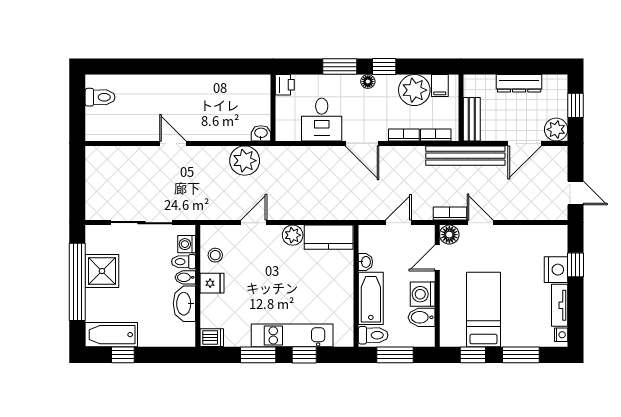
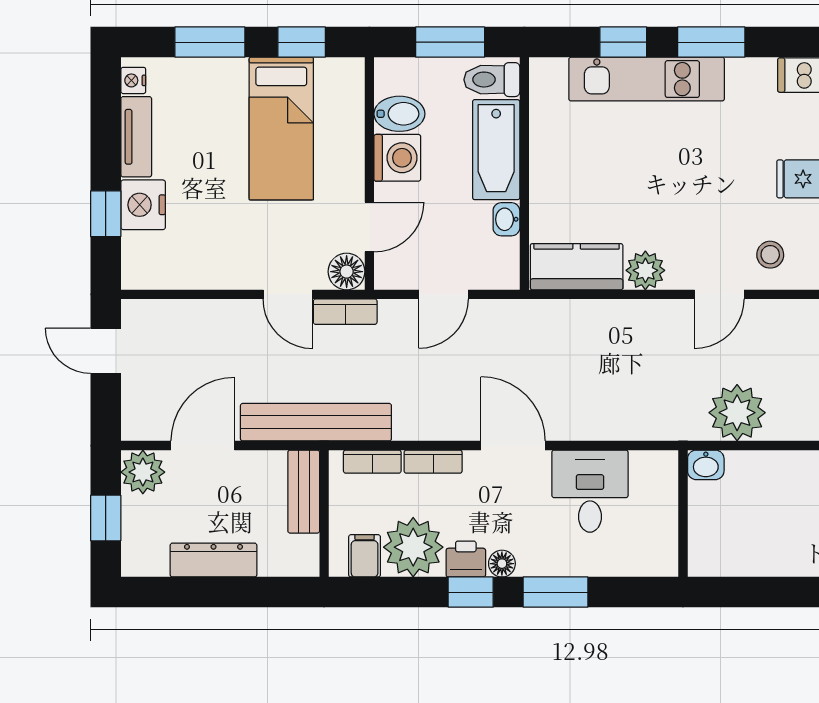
printer: (285, 85) -> (466, 559), moved, turned 90
stool: (215, 255) -> (770, 255), moved

